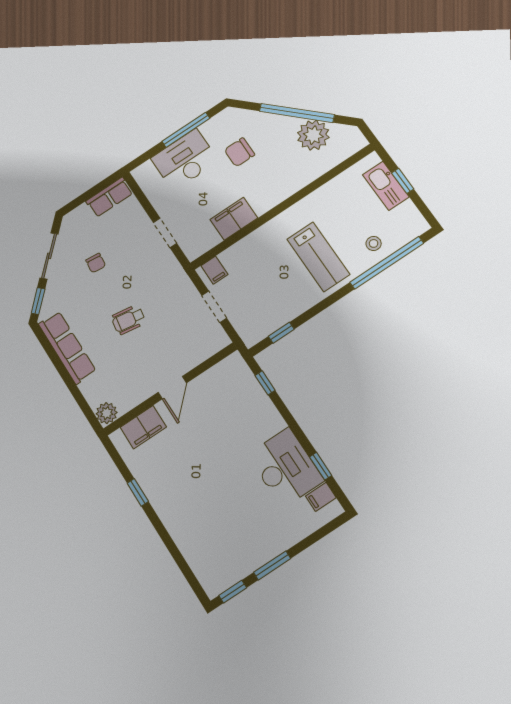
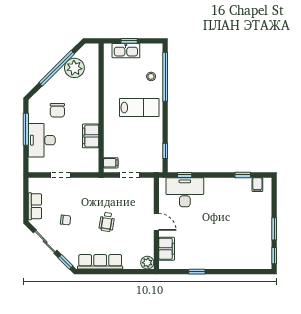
row of seats: (109, 197) -> (35, 206), moved
doorway: (165, 233) -> (60, 175), moved
desk: (285, 468) -> (185, 192), moved

